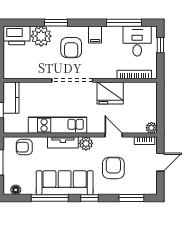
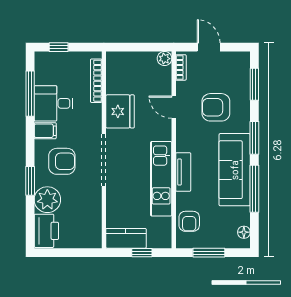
desk: (137, 41) -> (54, 103), moved
door: (114, 135) -> (174, 107), hinge flipped
plant: (86, 143) -> (185, 142), removed
window: (89, 198) -> (254, 138), width x1.50

